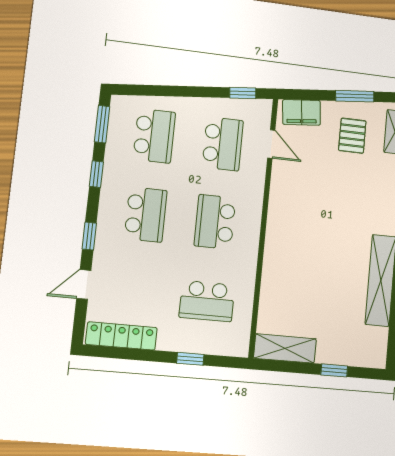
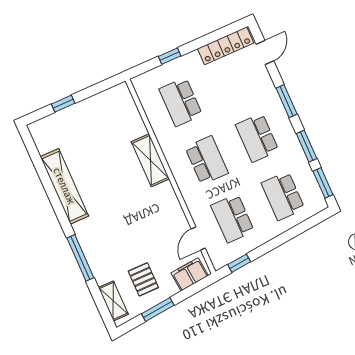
door: (271, 144) -> (198, 239), hinge flipped
window: (96, 174) -> (307, 146), width x1.50
window: (89, 236) -> (287, 101), width x1.50
door: (84, 284) -> (265, 53), moved
school desk: (207, 301) -> (181, 102), turned -90
shelving: (285, 348) -> (150, 160), moved, turned 90

